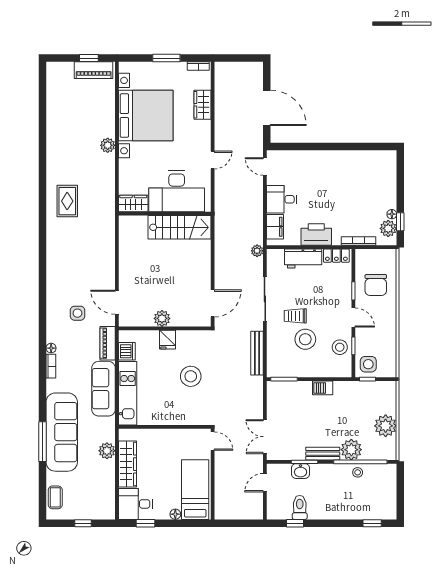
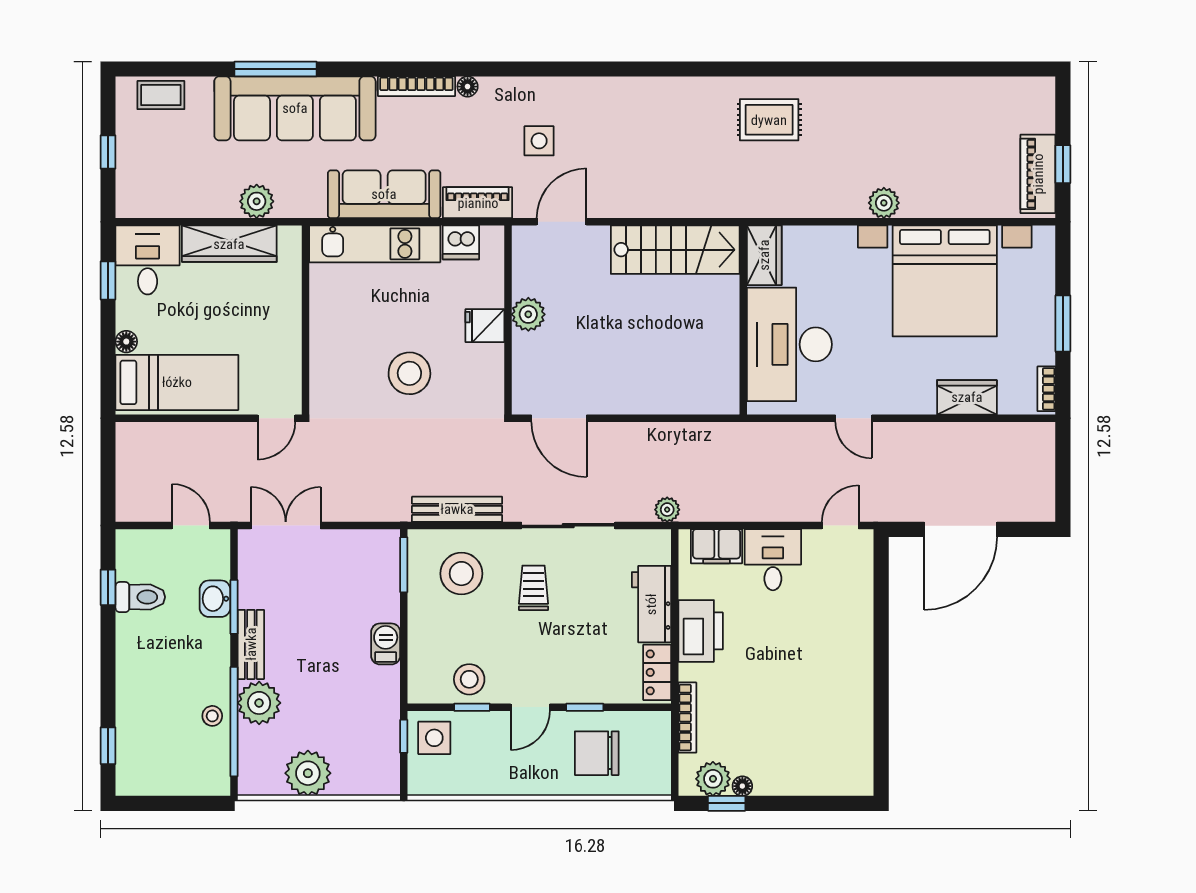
stairs: (180, 227) -> (675, 250), moved, turned -90
stool: (305, 339) -> (461, 574), moved
bookcase: (51, 366) -> (416, 86), width x1.56

